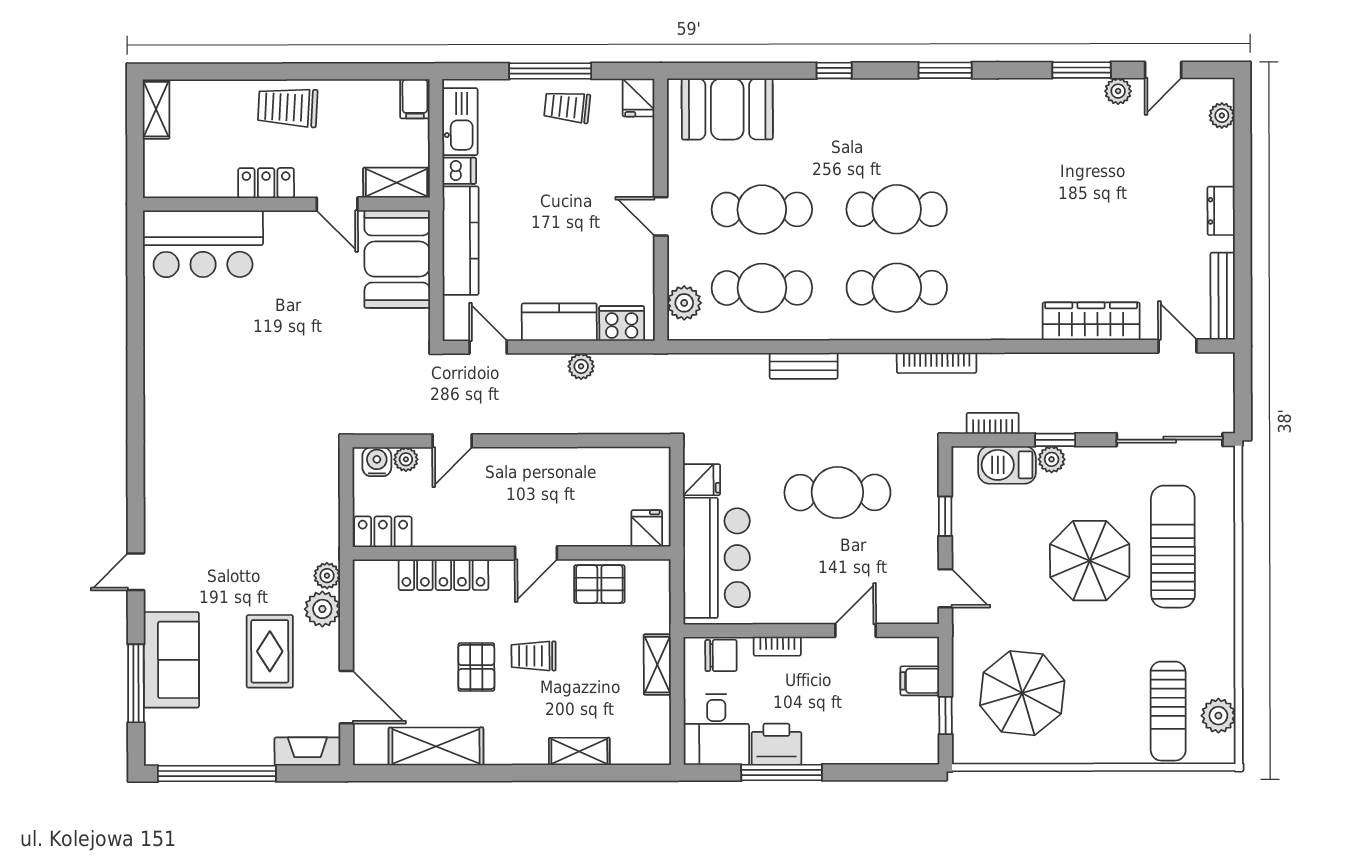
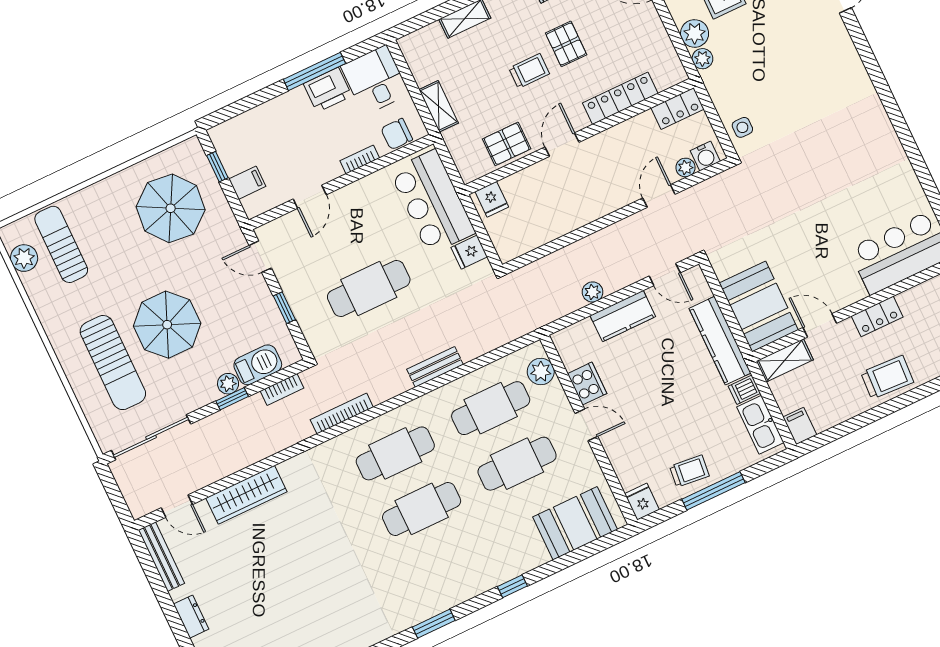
cooker: (622, 323) -> (587, 384), moved, turned -90
side table: (318, 475) -> (742, 127), added

